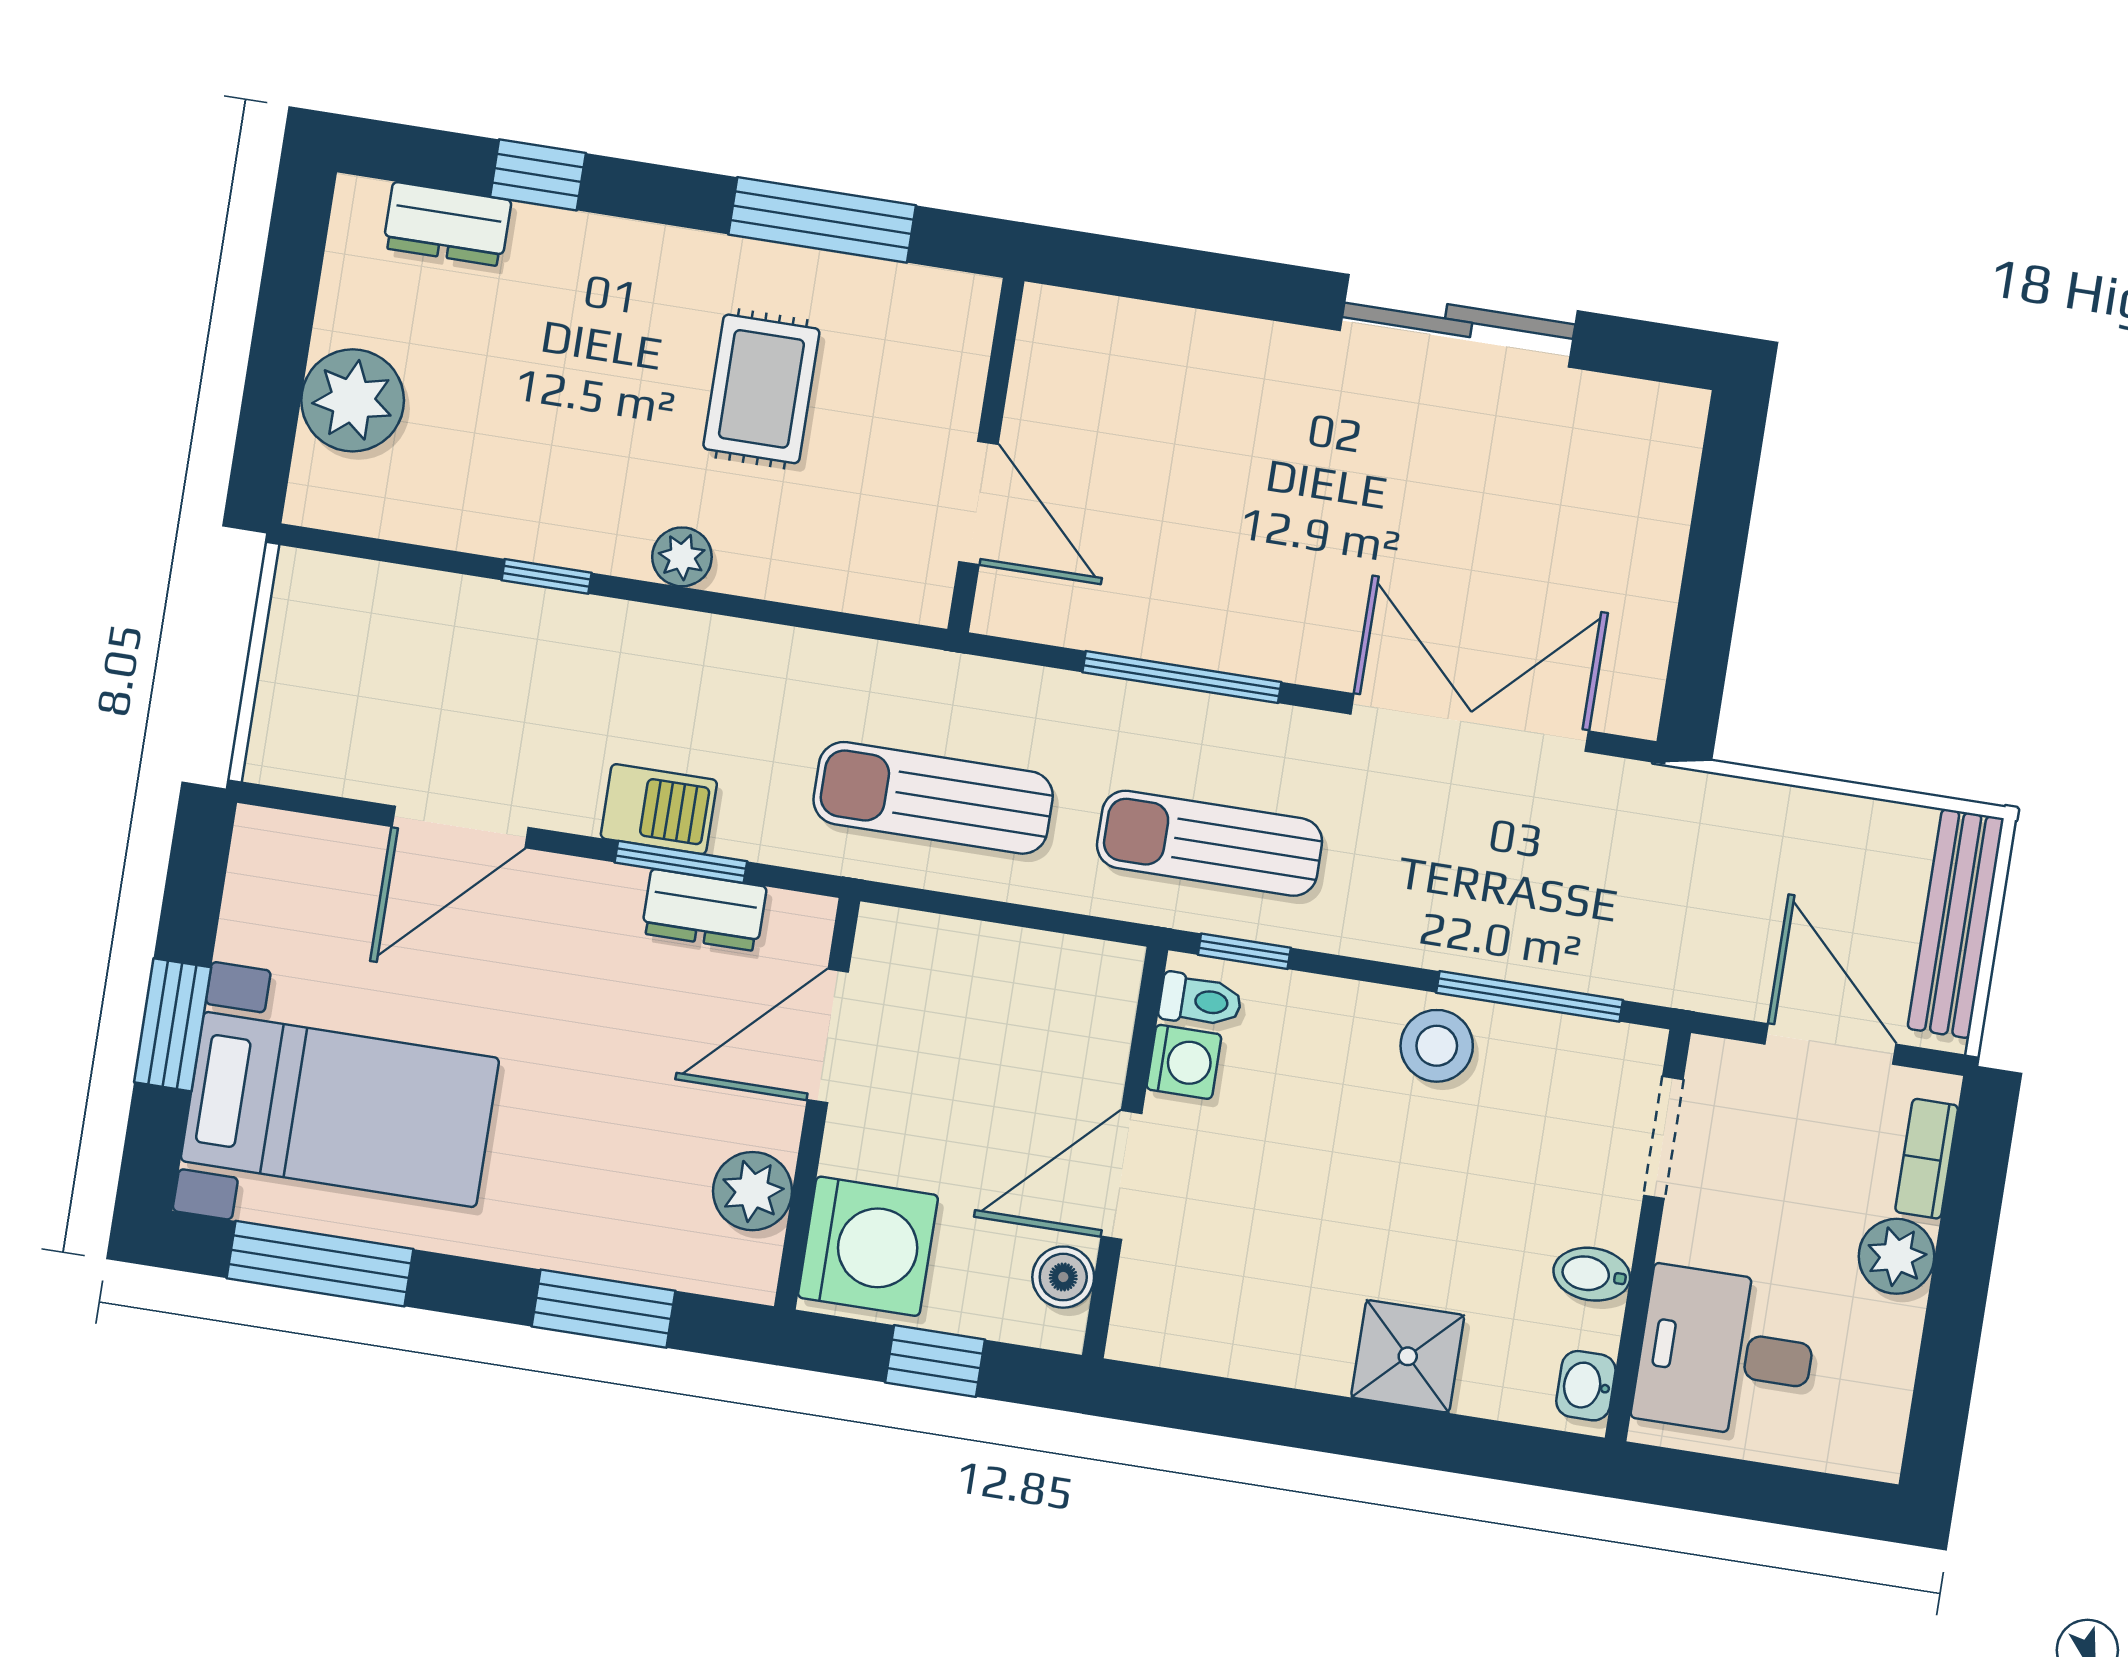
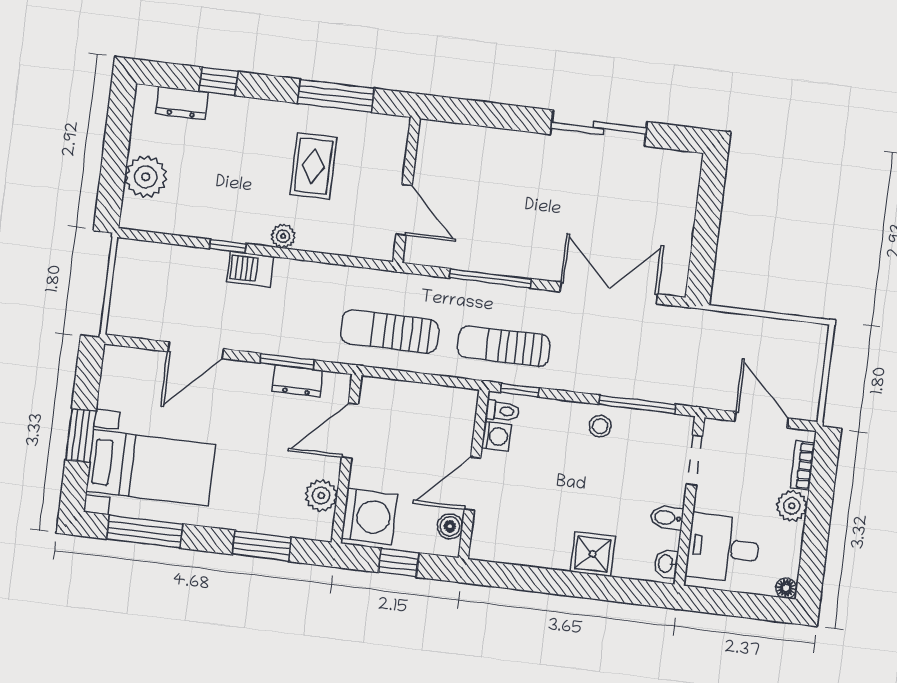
barbecue: (659, 809) -> (251, 269), moved, turned 180
bench: (1956, 924) -> (811, 368), removed
stool: (1437, 1046) -> (600, 426), width x0.73, depth x0.73
floor lamp: (1876, 1455) -> (786, 588), added

